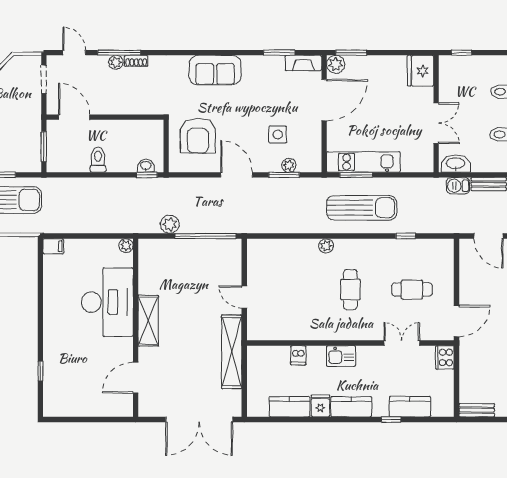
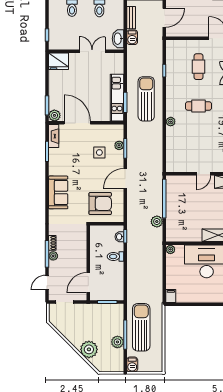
toilet: (98, 160) -> (115, 256), moved

